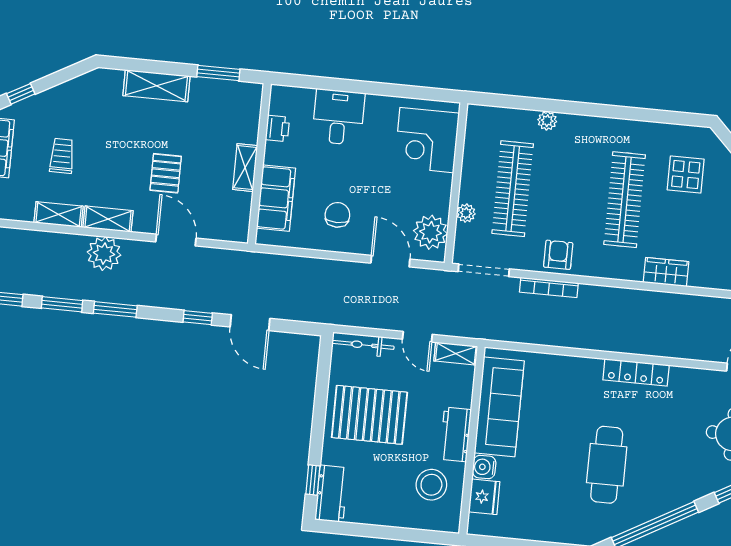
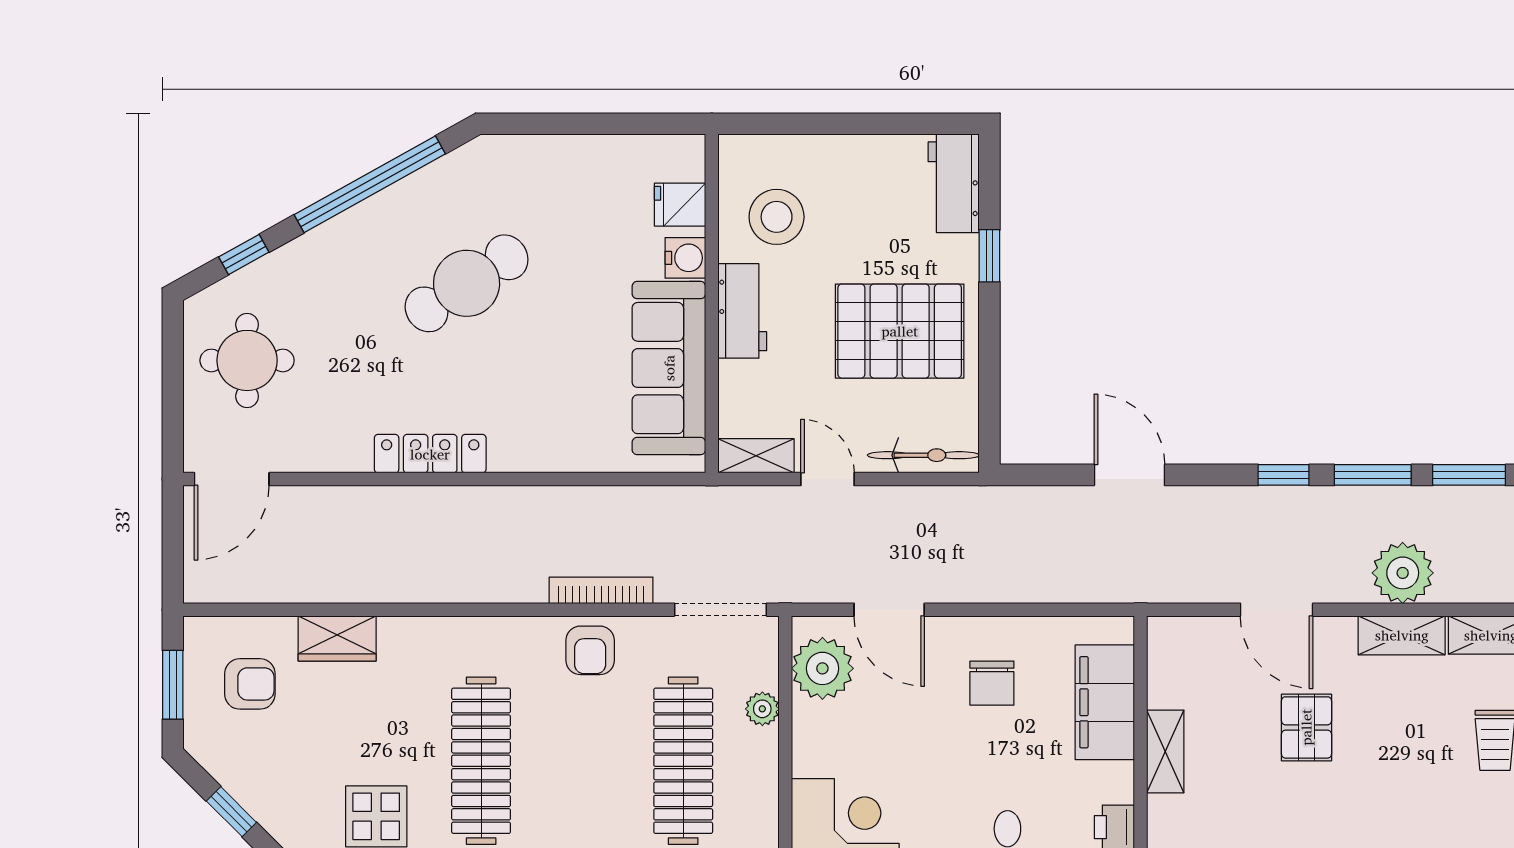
wardrobe: (666, 272) -> (337, 638), moved
window: (198, 318) -> (1284, 475), moved
cafe table: (607, 465) -> (467, 283), turned 57
window: (313, 480) -> (989, 256), moved
fridge: (484, 497) -> (680, 205), width x0.72

